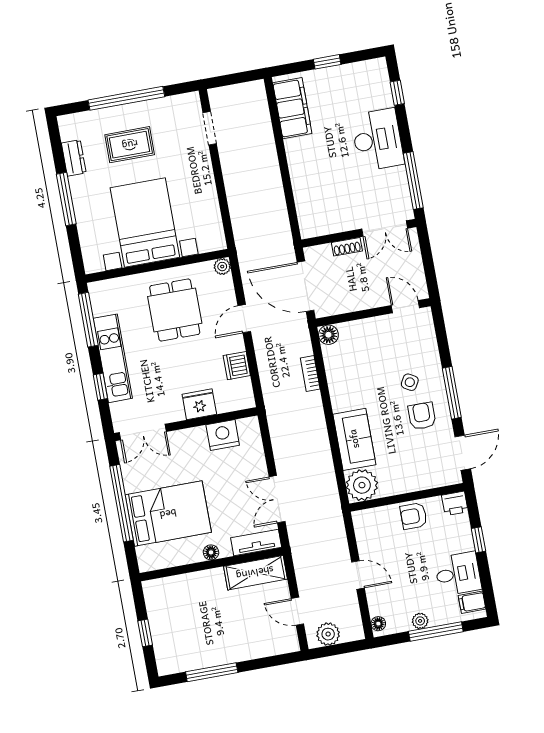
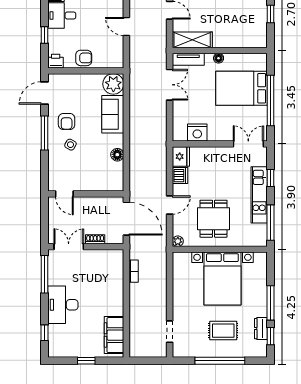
window: (57, 149) -> (270, 336), added
floor lamp: (328, 335) -> (117, 155), moved
bookcase: (310, 373) -> (134, 271), moved
fridge: (199, 404) -> (181, 156), moved, turned -90

